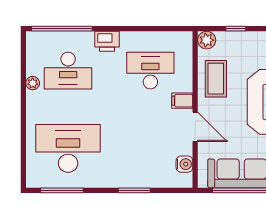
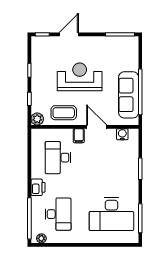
plant: (33, 83) -> (41, 238), moved
door: (195, 127) -> (97, 127), hinge flipped
desk: (68, 148) -> (111, 214), turned -90

